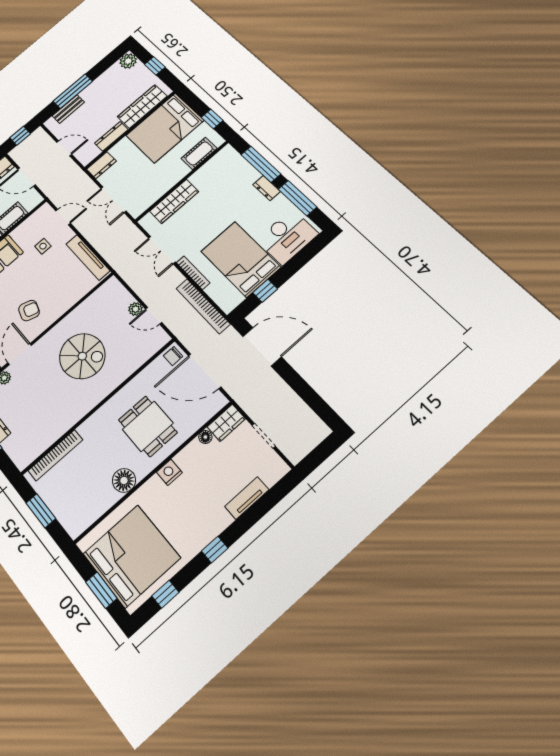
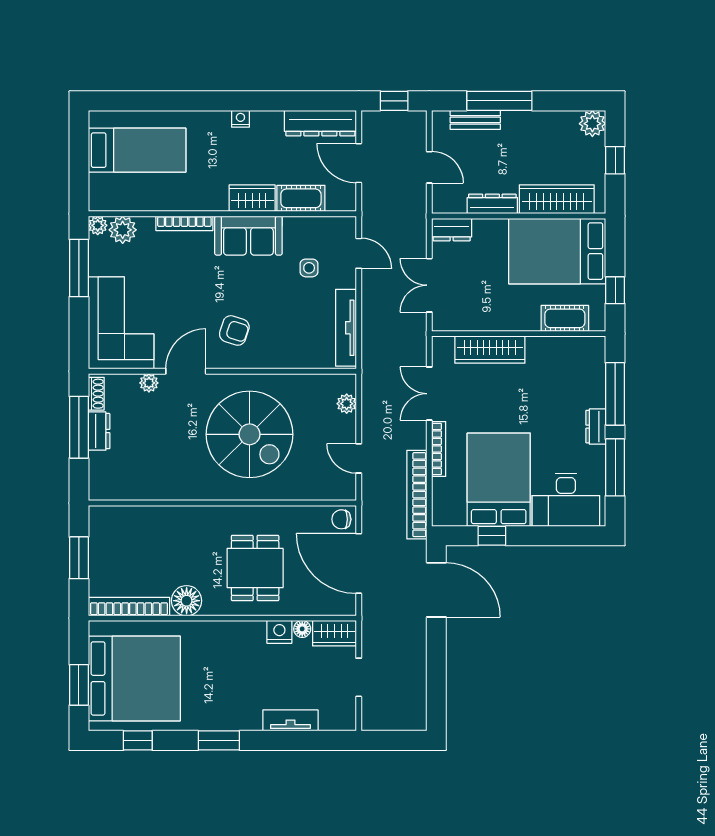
plant: (135, 309) -> (347, 404), moved
spiral stairs: (82, 356) -> (250, 434), width x1.37, depth x1.37
bookcase: (55, 455) -> (129, 607), moved, turned 180
nightstand: (169, 472) -> (279, 632), moved
window: (215, 550) -> (219, 740), width x1.50

